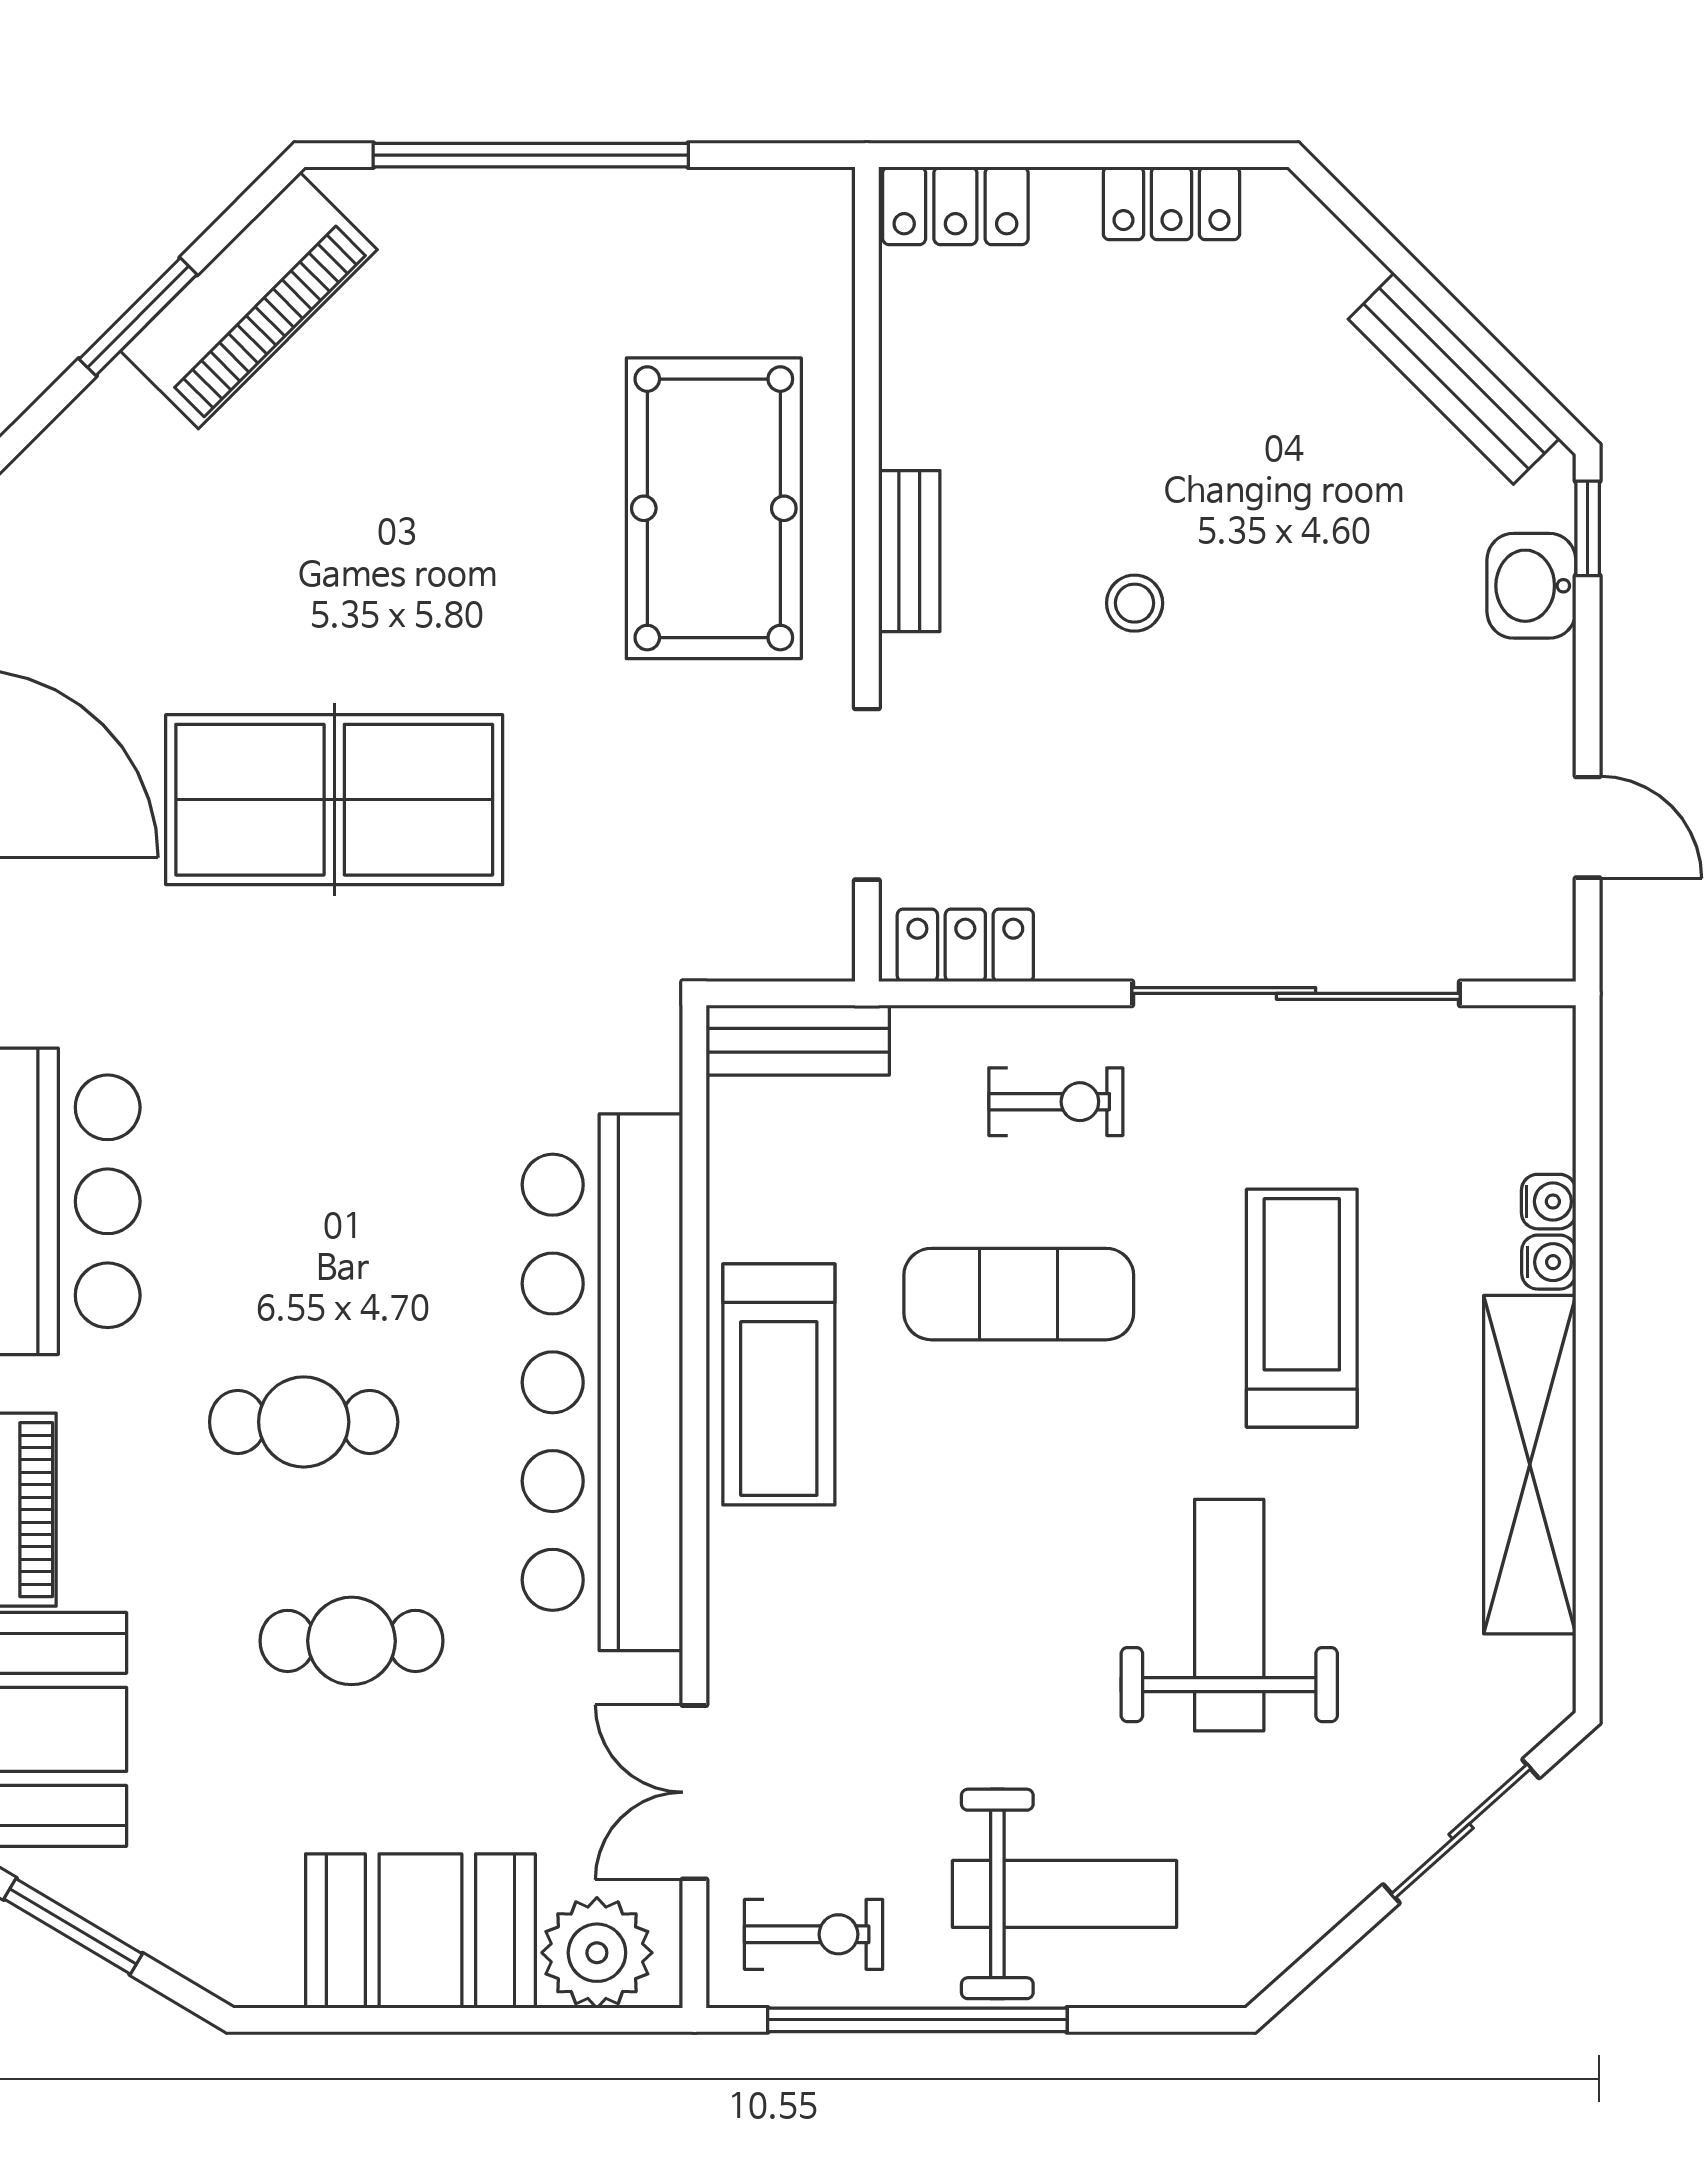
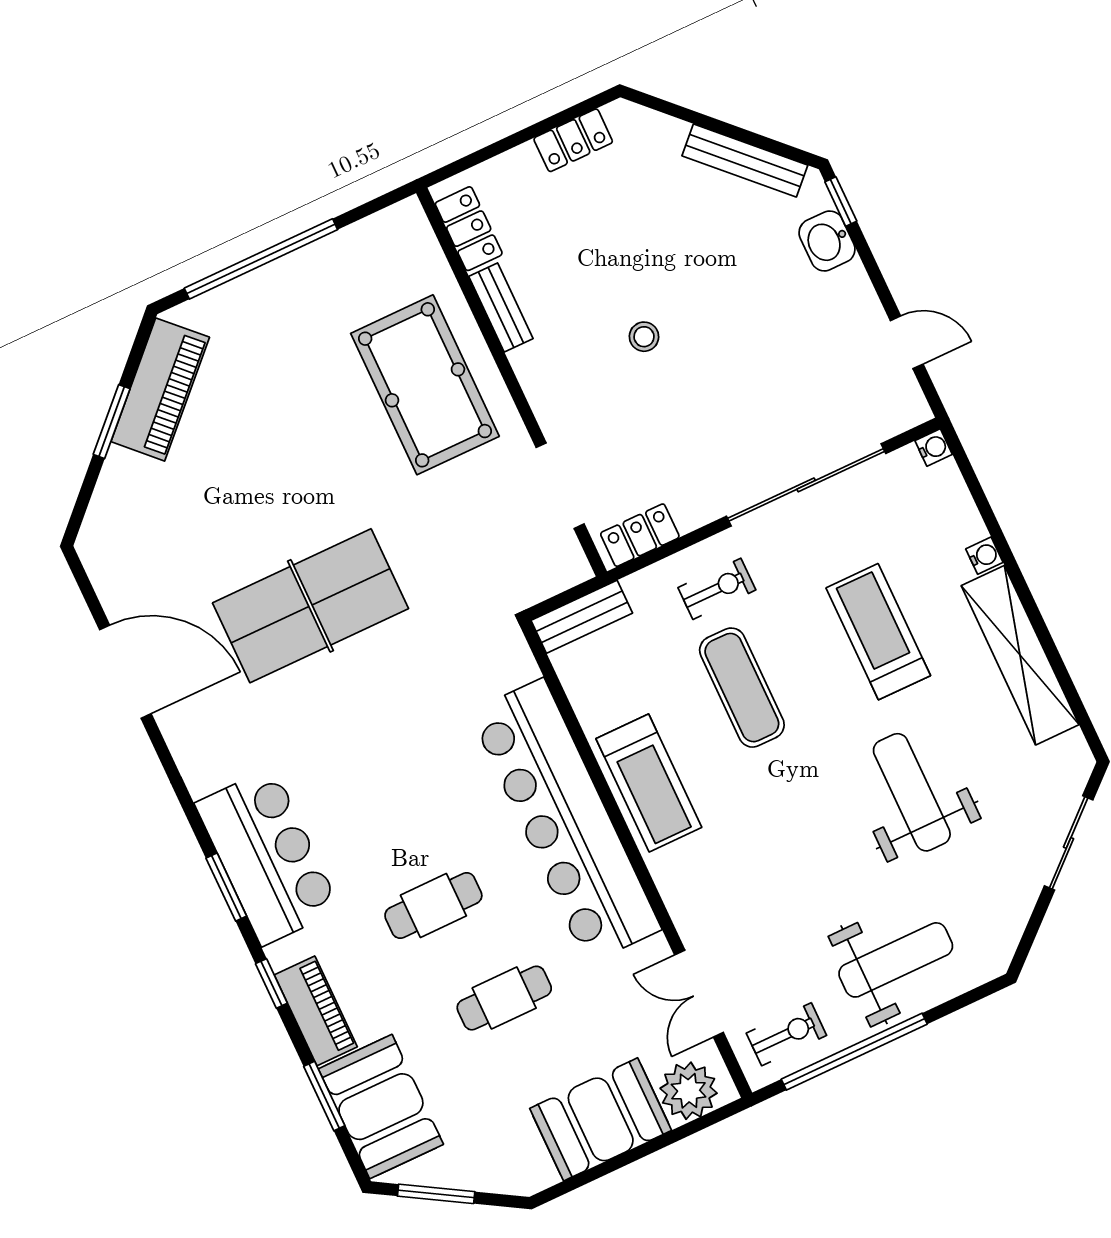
locker: (955, 206) -> (469, 229), moved, turned -90
bench: (909, 551) -> (501, 307), moved
water cooler: (1549, 1202) -> (934, 448), moved
exercise mat: (1019, 1294) -> (742, 688), turned 90

